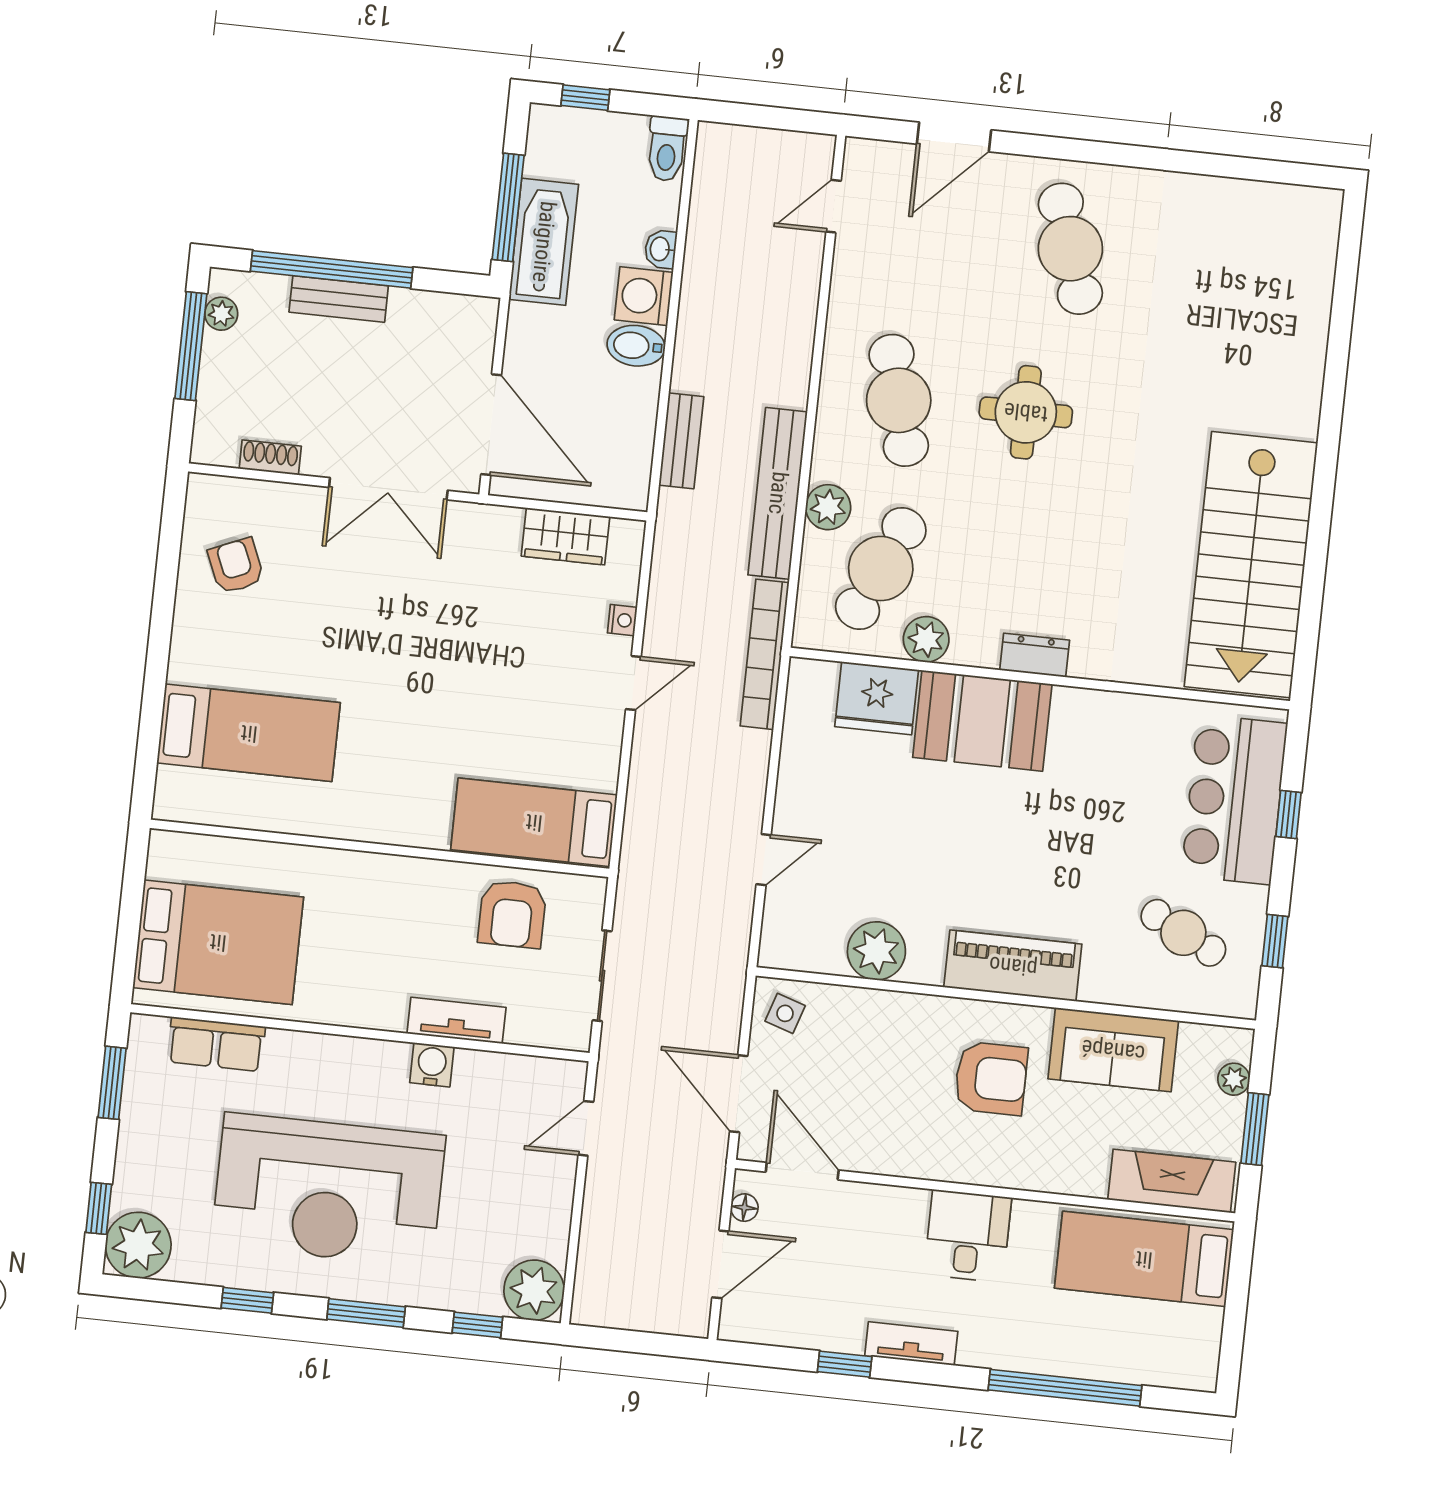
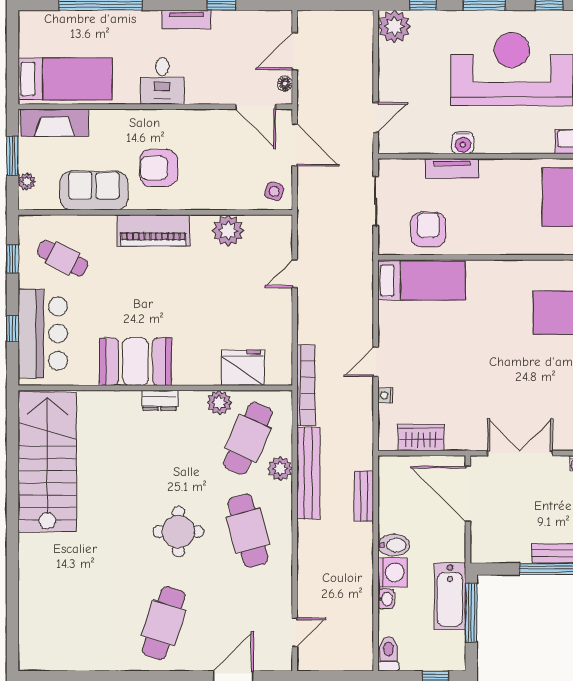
cafe table: (1070, 249) -> (164, 623), turned 36
booth: (982, 721) -> (136, 362), moved

